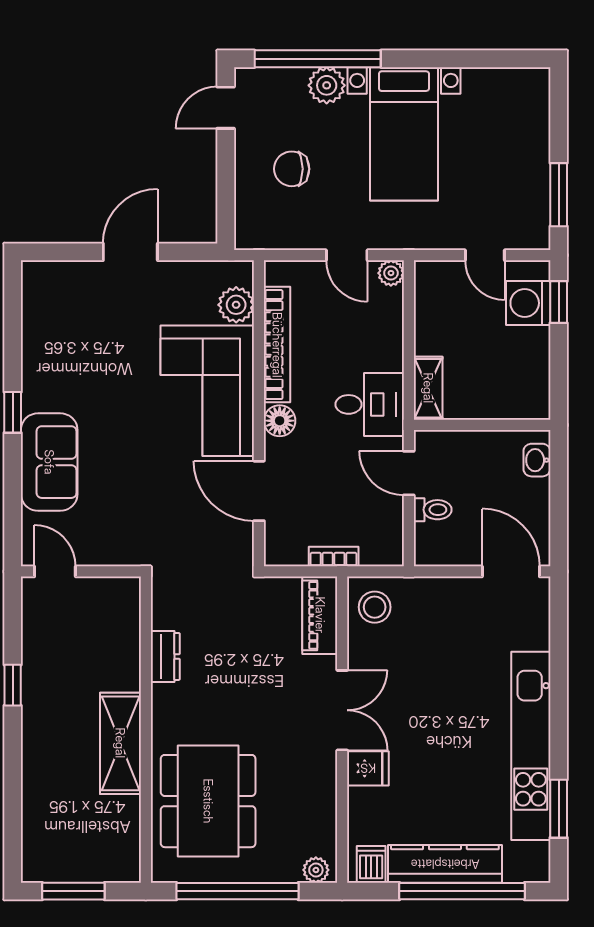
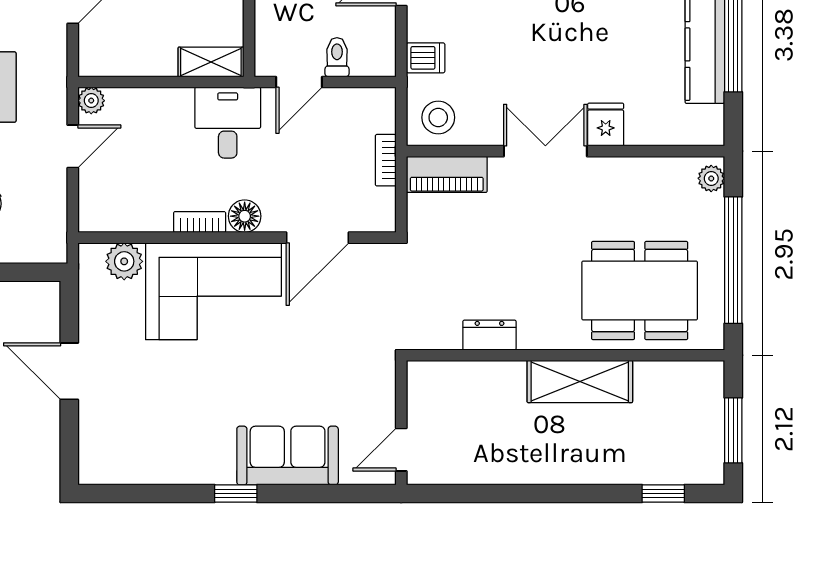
bookcase: (277, 345) -> (200, 222), width x0.43, depth x0.76
window: (13, 685) -> (663, 494), moved
dishwasher: (371, 864) -> (426, 58), moved, turned 180

